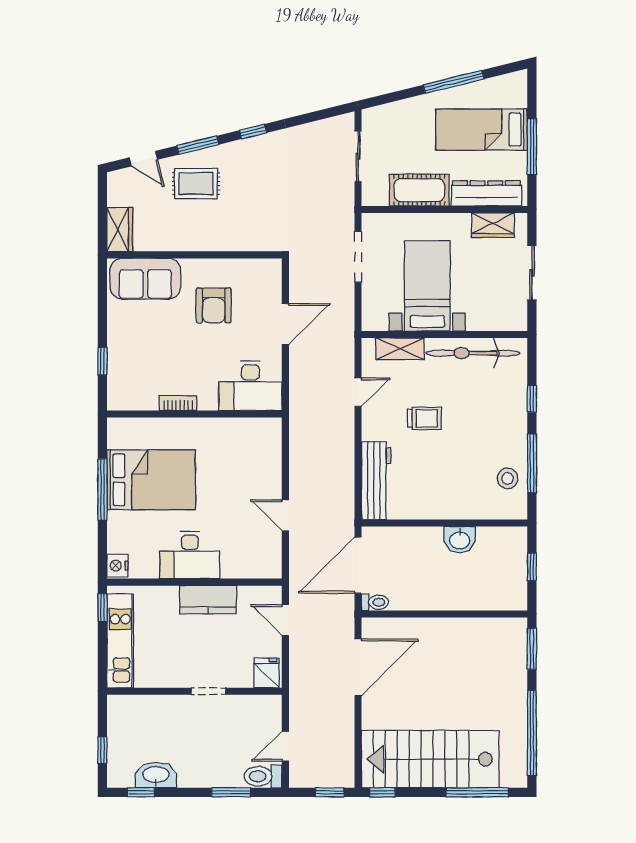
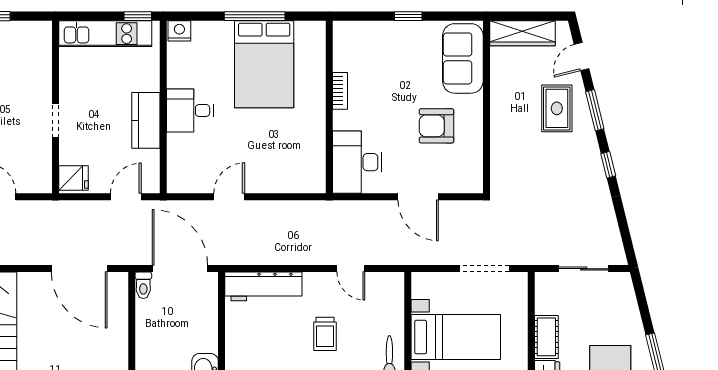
cot: (419, 190) -> (546, 337), width x0.73, depth x0.75
wardrobe: (120, 229) -> (522, 33), width x1.50
shelving: (400, 349) -> (394, 310), removed
window: (102, 361) -> (408, 16), moved
desk: (190, 555) -> (190, 110), width x0.73

